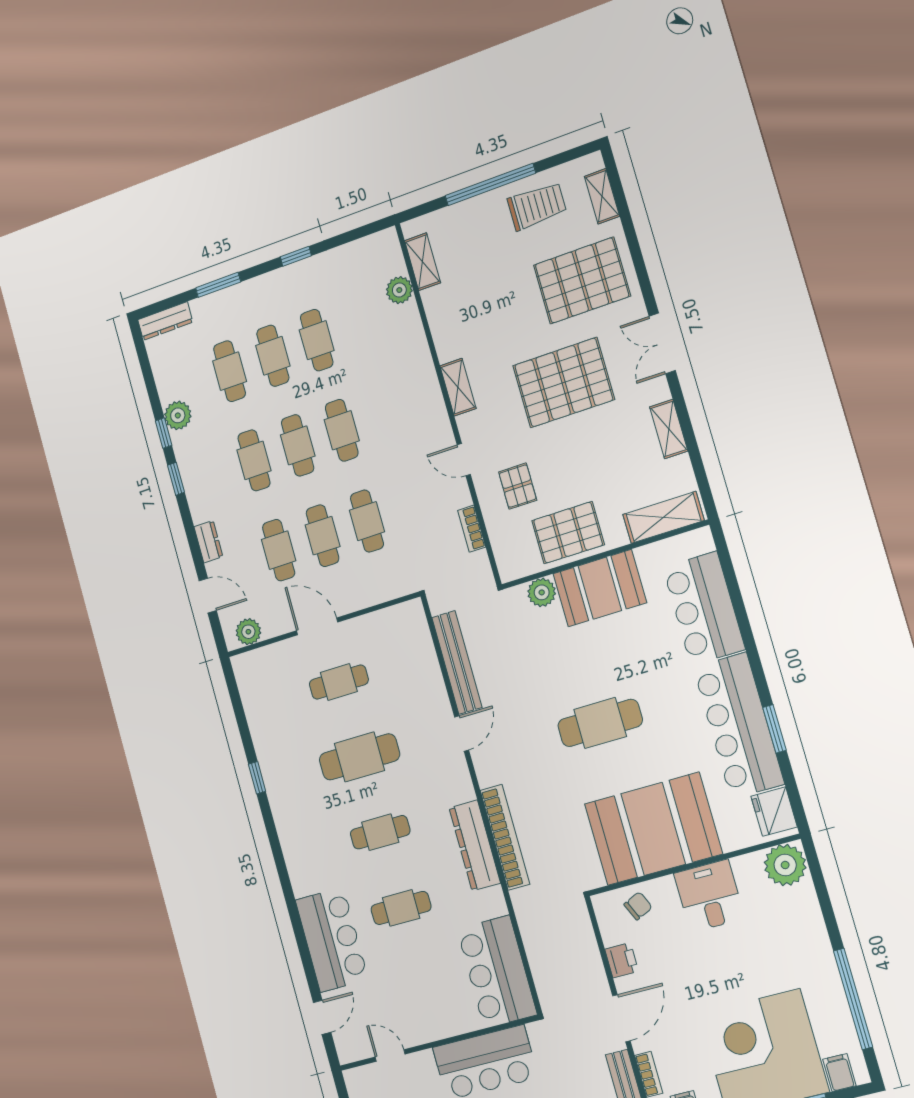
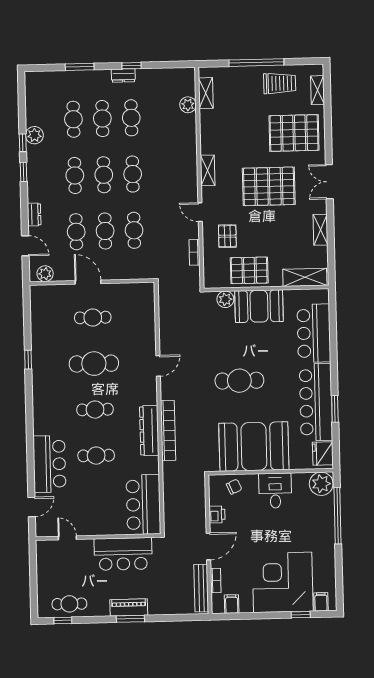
dresser: (165, 321) -> (123, 75), moved, width x0.70
bench: (457, 662) -> (166, 325), removed
window: (853, 999) -> (338, 516), moved

